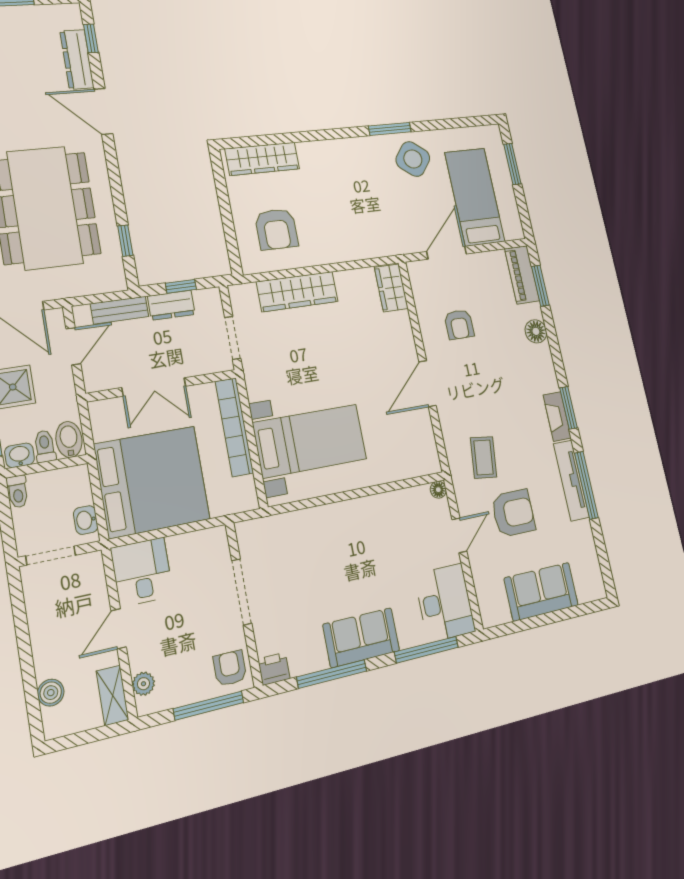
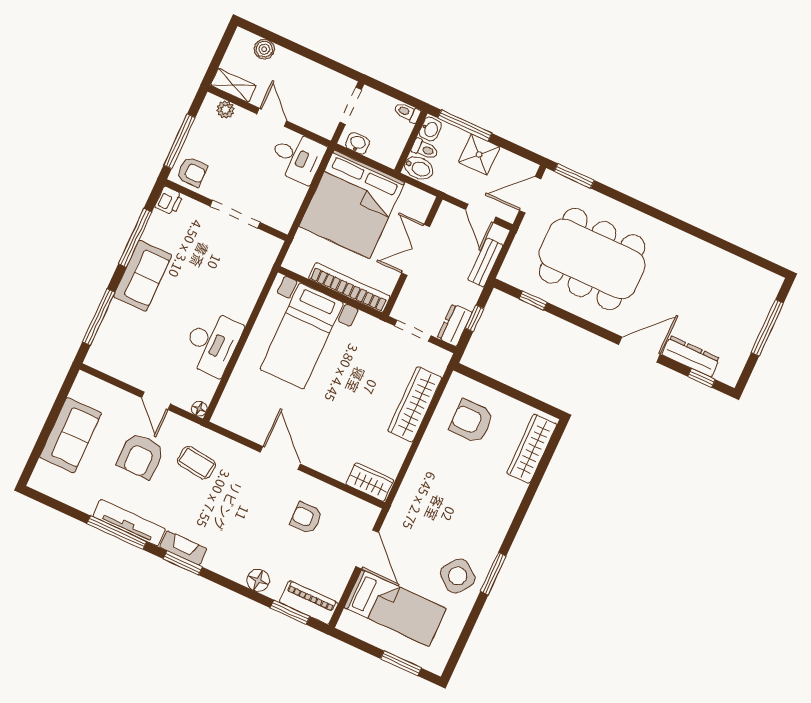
dresser: (171, 305) -> (455, 325), moved
desk: (445, 603) -> (212, 343), moved, turned -90

